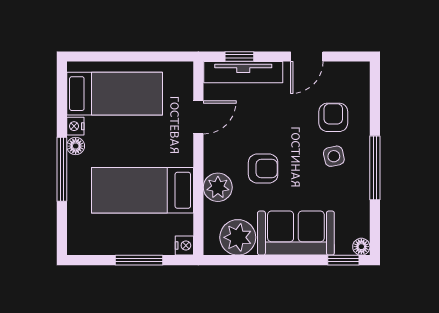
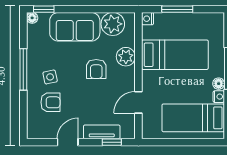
tv unit: (243, 72) -> (102, 132), width x0.71
armchair: (333, 117) -> (50, 102), turned -90
armchair: (263, 169) -> (96, 69), turned -90

